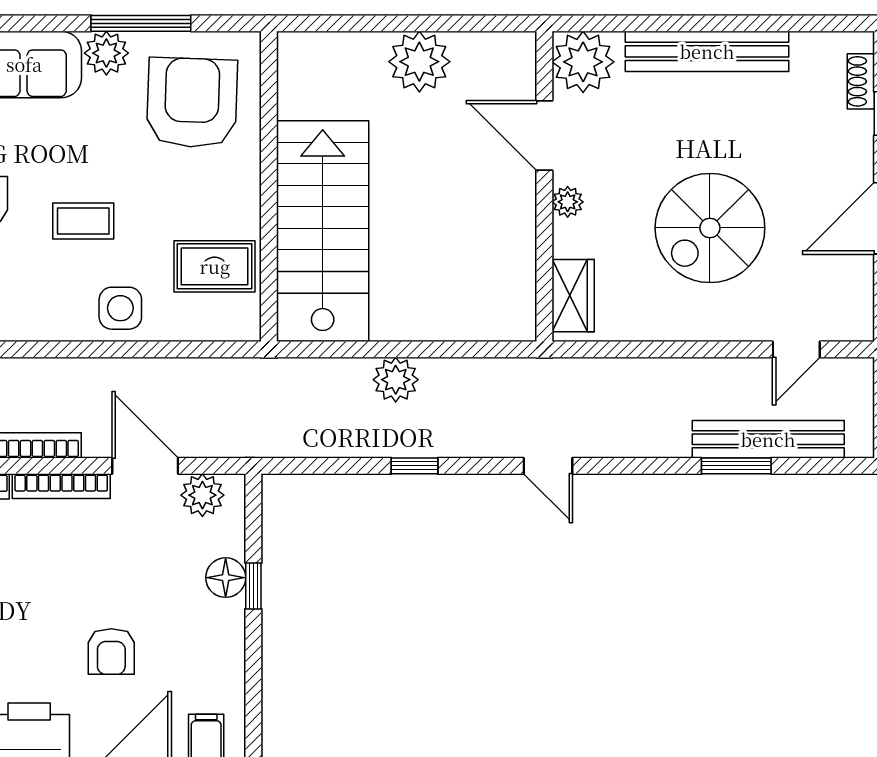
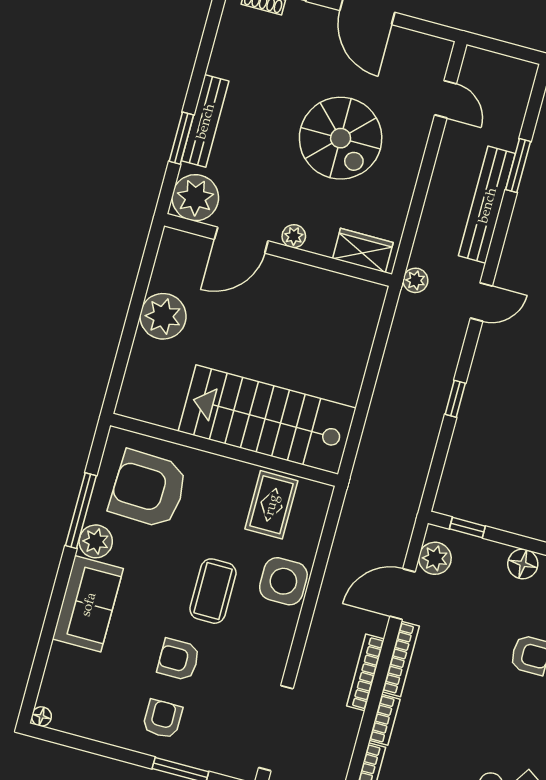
window: (655, 23) -> (181, 138), added
bench: (707, 51) -> (205, 121), width x0.73, depth x0.82
coffee table: (83, 221) -> (213, 591), width x1.36, depth x1.30
side table: (120, 308) -> (283, 581), width x1.37, depth x1.37
plant: (396, 380) -> (415, 280), moved, width x0.73, depth x0.73
bench: (768, 439) -> (487, 205), moved
floor lamp: (226, 578) -> (523, 564), moved
window: (253, 586) -> (467, 527), moved

